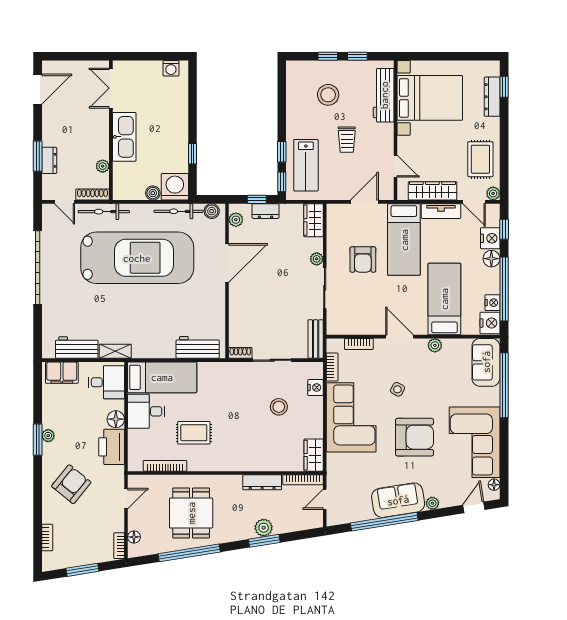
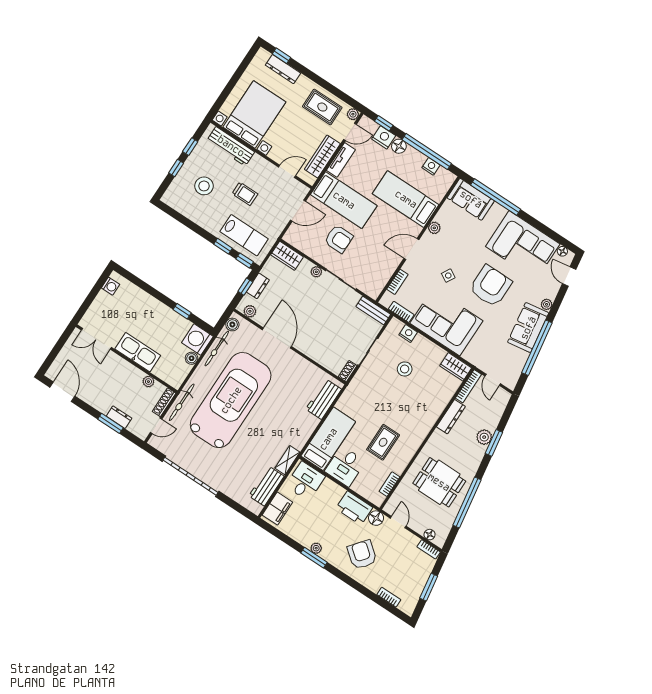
door: (364, 202) -> (298, 211), swing flipped
nightstand: (490, 323) -> (444, 178), removed
floor lamp: (116, 419) -> (376, 518), moved
bookcase: (165, 466) -> (389, 484), width x0.64

